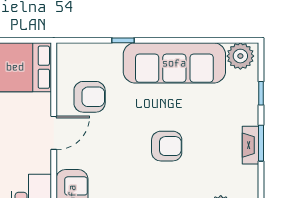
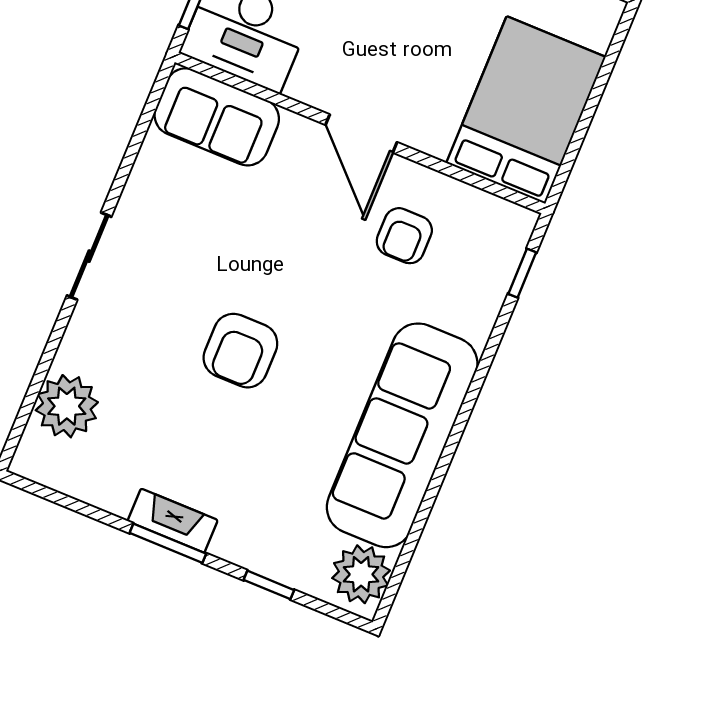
window: (123, 40) -> (522, 273), moved
armchair: (90, 97) -> (404, 236), width x0.72, depth x0.72

